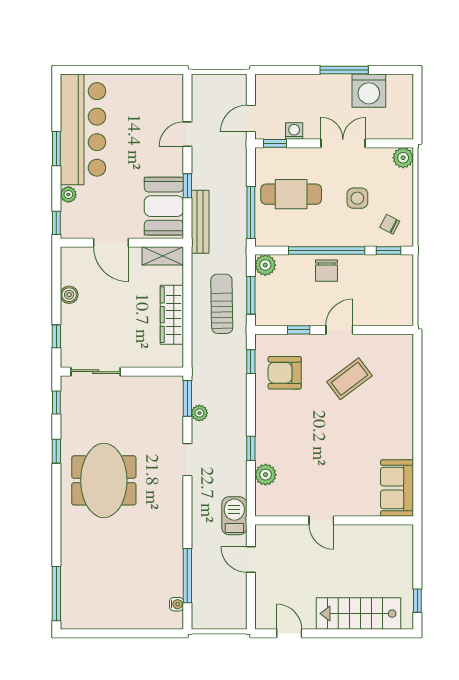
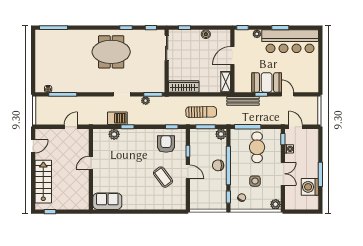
booth: (164, 206) -> (267, 82), moved
wardrobe: (172, 315) -> (184, 87), moved
barbecue: (234, 516) -> (117, 118), moved

